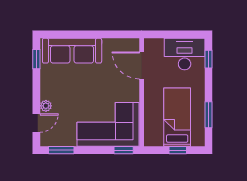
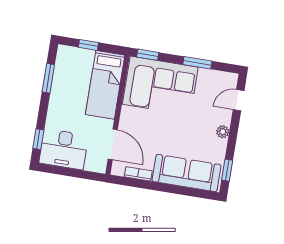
bookcase: (115, 43) -> (138, 174), added
plant: (46, 106) -> (223, 132), moved
bed: (177, 117) -> (105, 85), moved
window: (61, 150) -> (197, 63), moved

